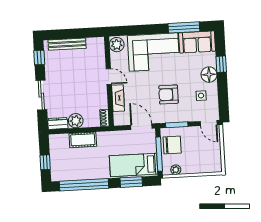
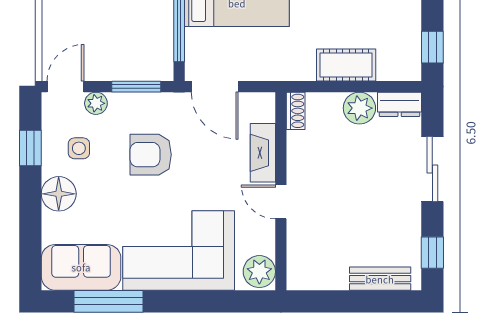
bench: (67, 44) -> (380, 279), width x0.73
window: (221, 64) -> (30, 148), moved
armchair: (169, 94) -> (151, 155), turned 180
plant: (194, 116) -> (96, 103), added
door: (209, 123) -> (66, 87), hinge flipped
chair: (172, 145) -> (149, 42), removed
window: (45, 162) -> (432, 47), moved

